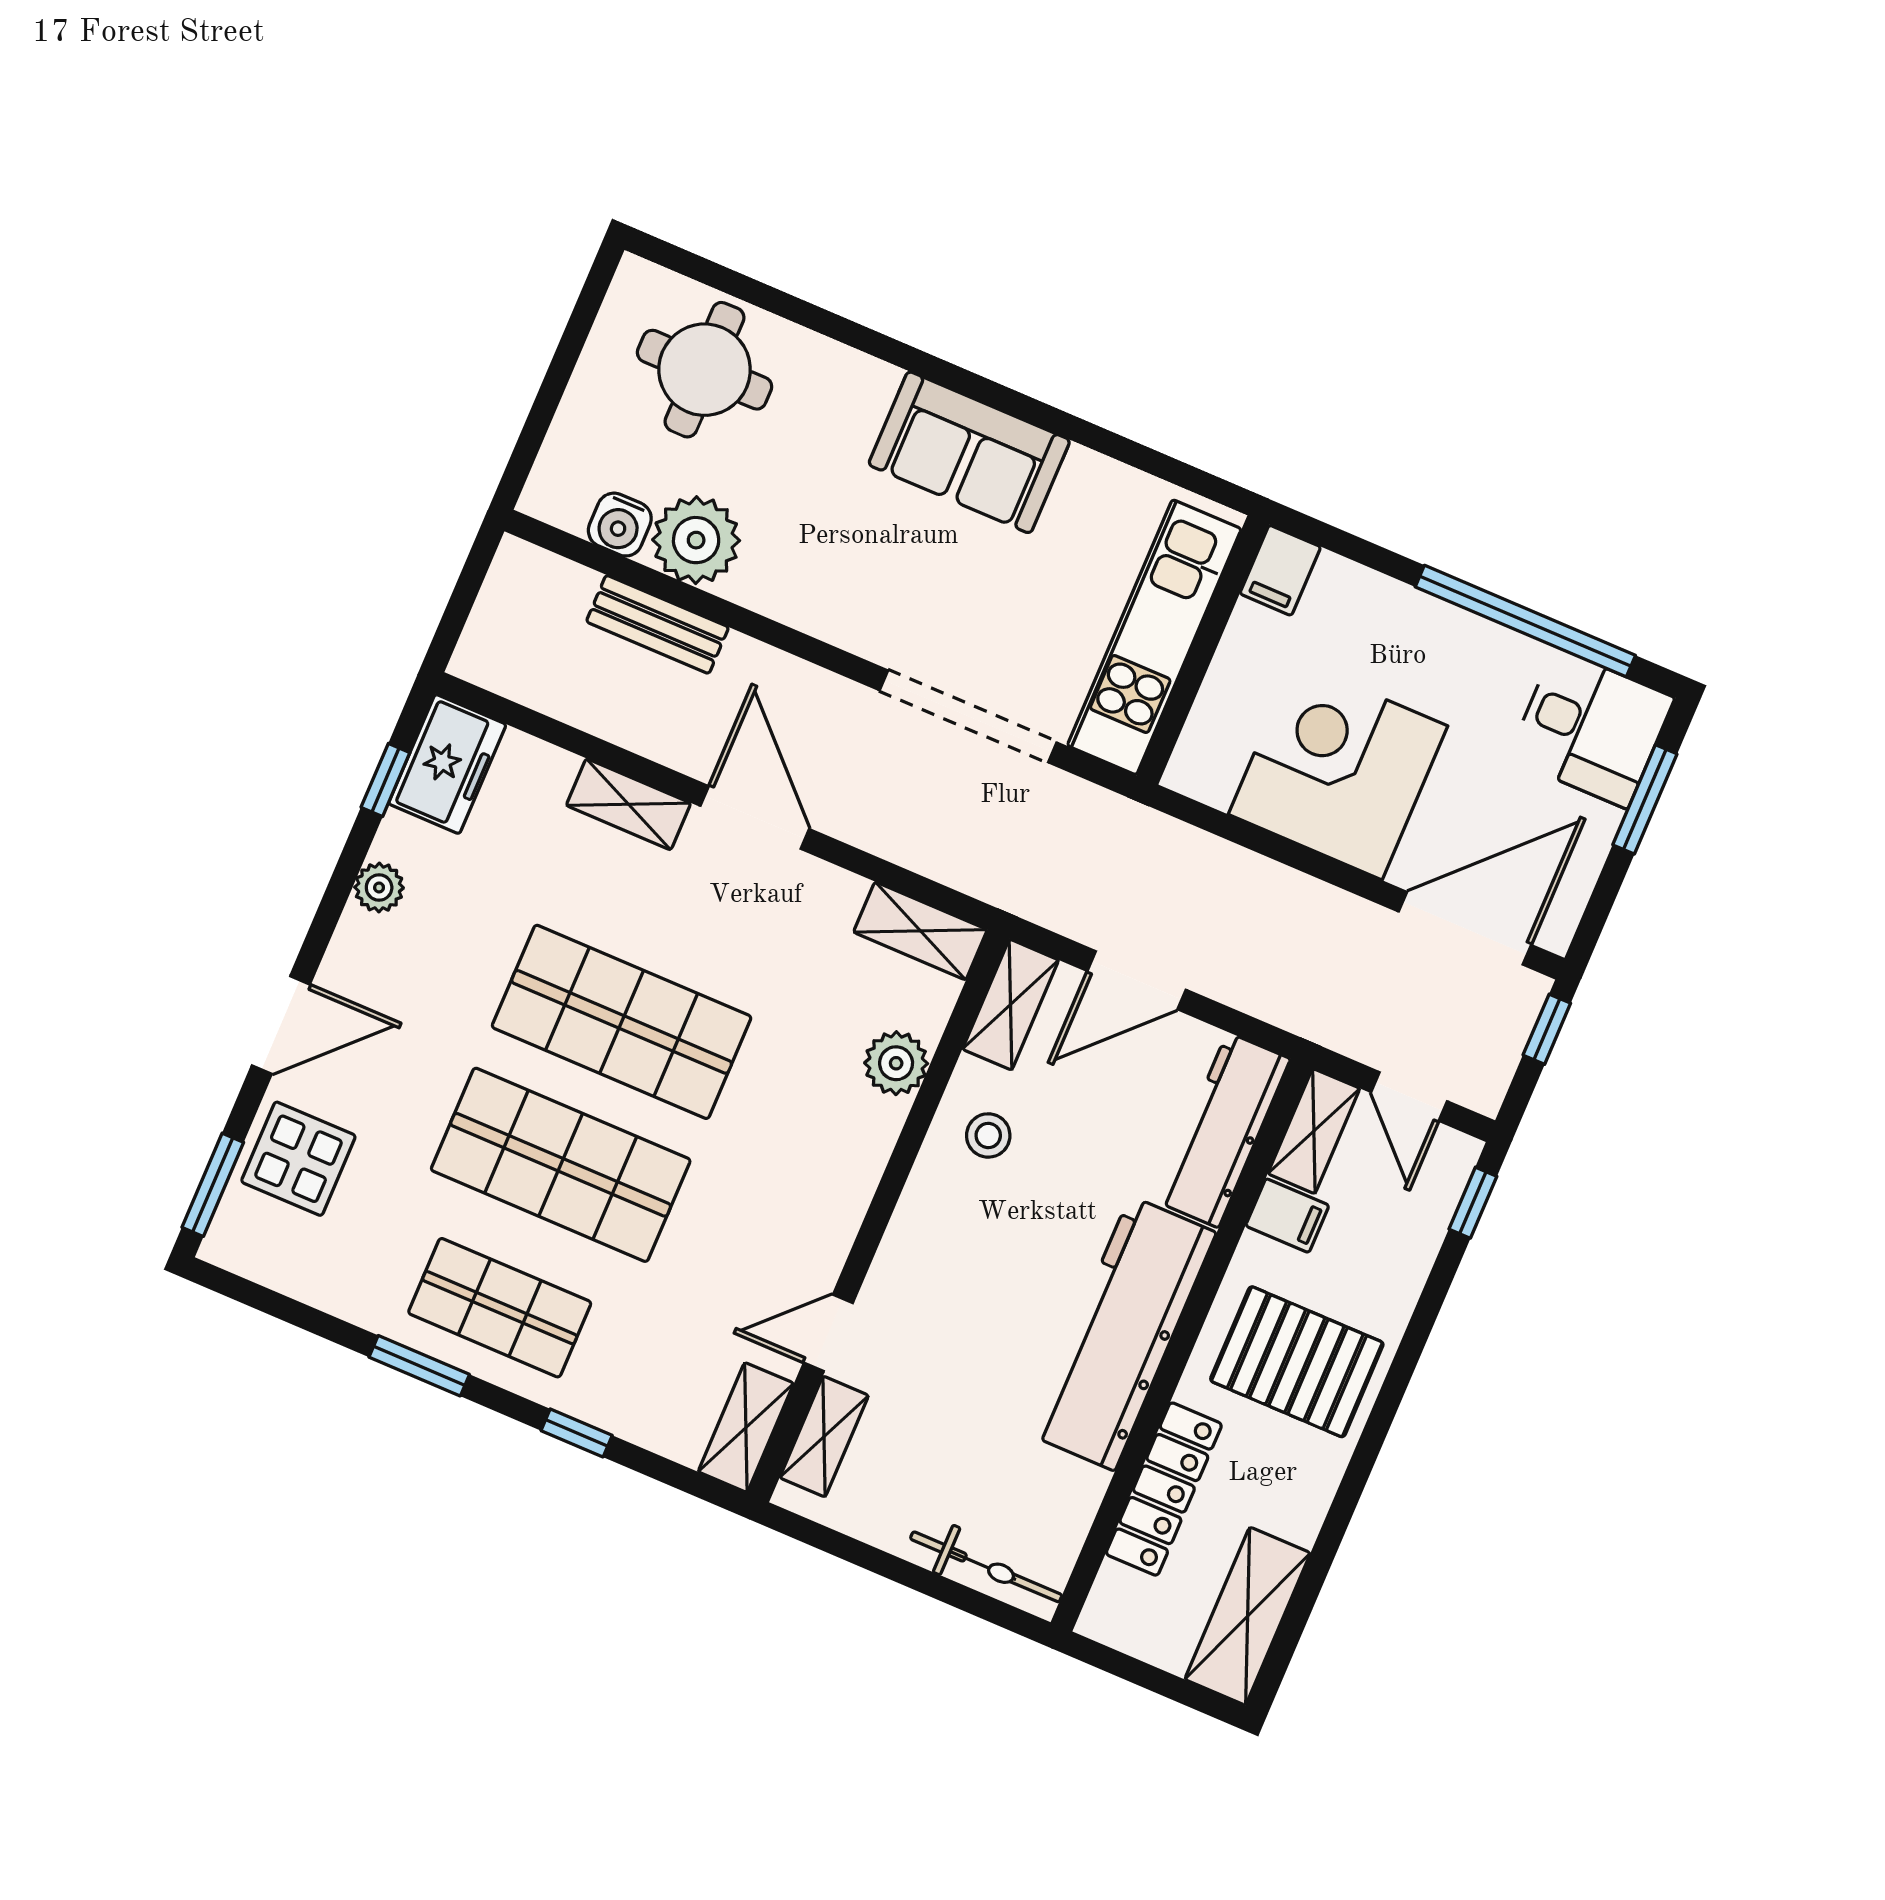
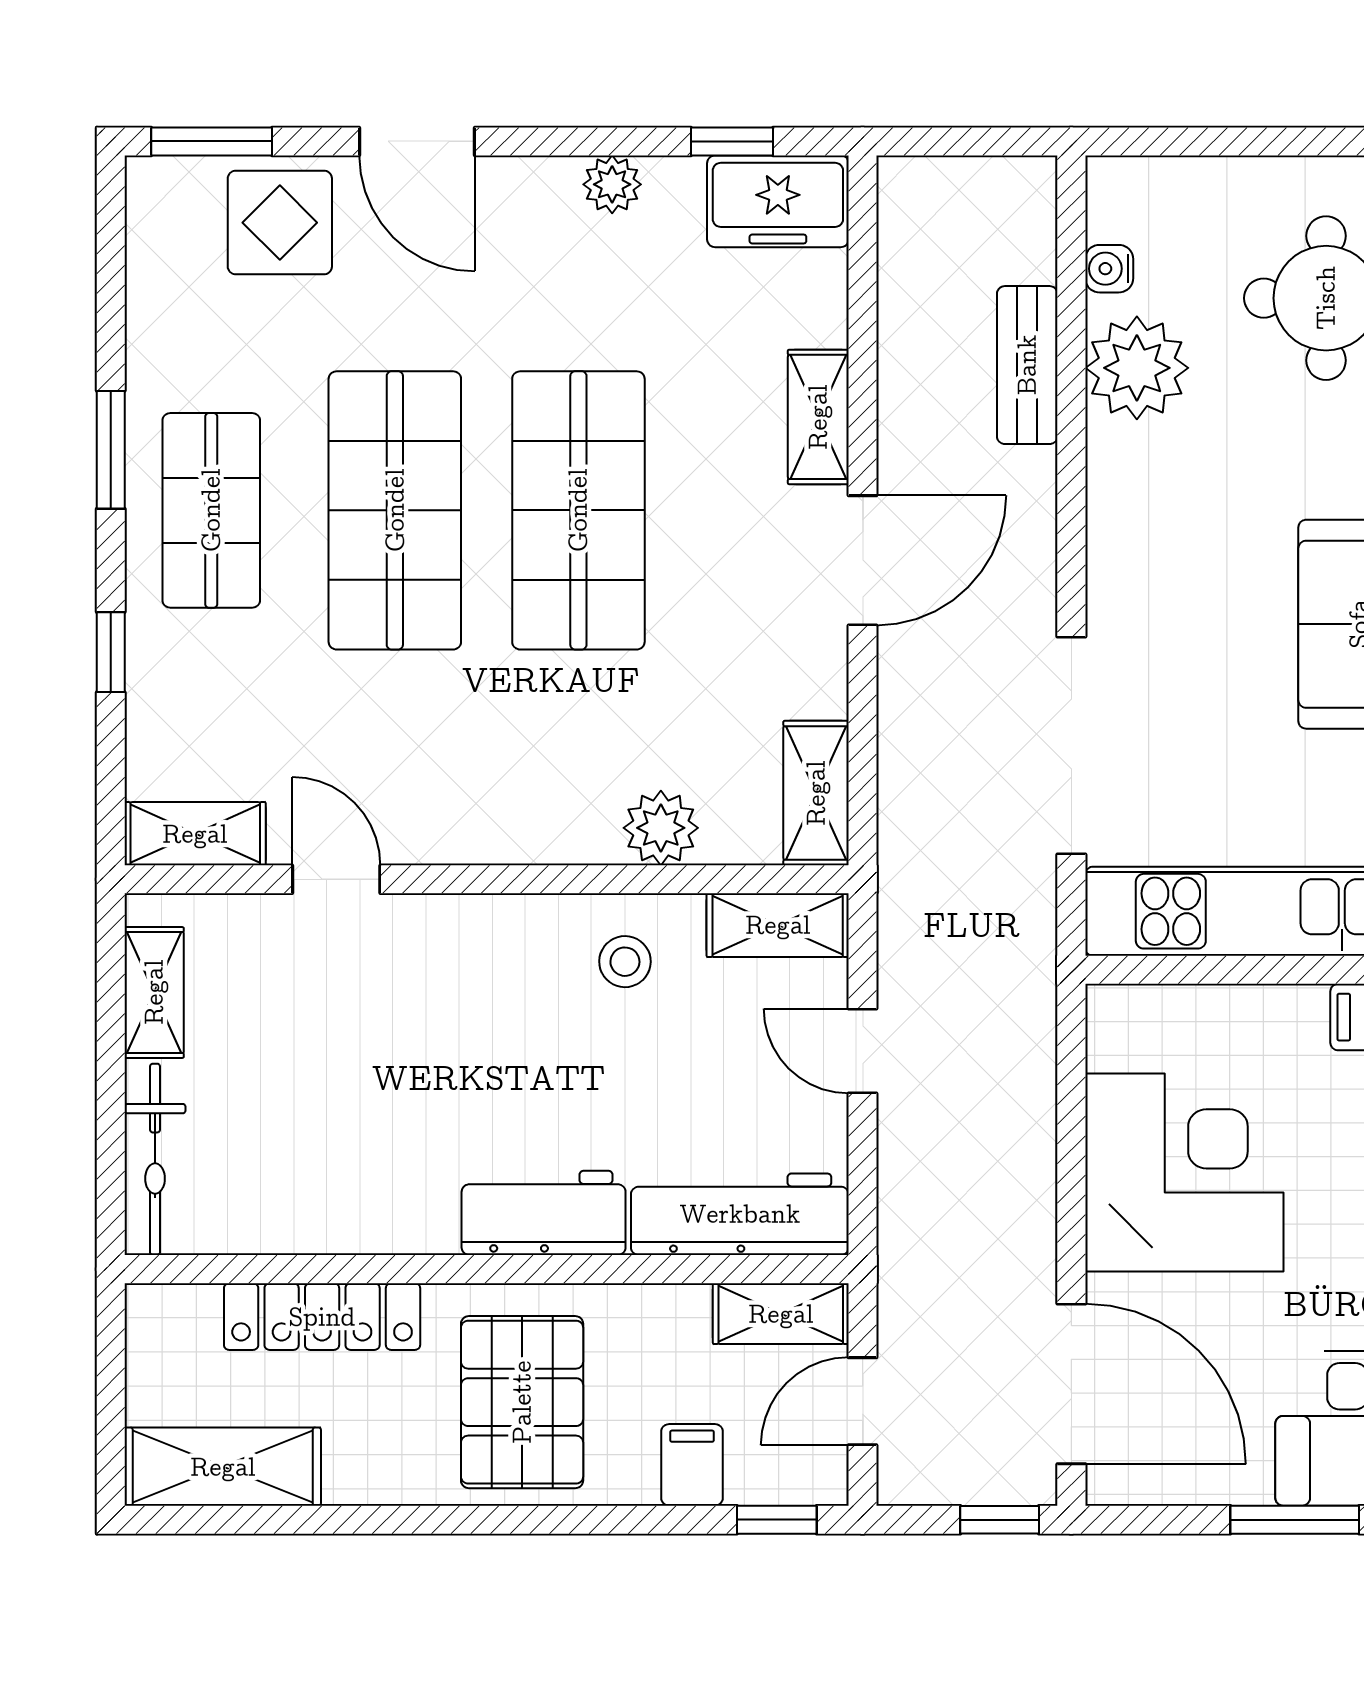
water cooler: (620, 525) -> (1109, 269), width x0.72, depth x0.72
door: (1137, 980) -> (863, 1051), width x0.73
filing cabinet: (1287, 1216) -> (692, 1465), moved, turned 180
workbench: (1122, 1333) -> (544, 1213), width x0.53, depth x0.76
shelving: (824, 1436) -> (154, 992), moved, turned 90

